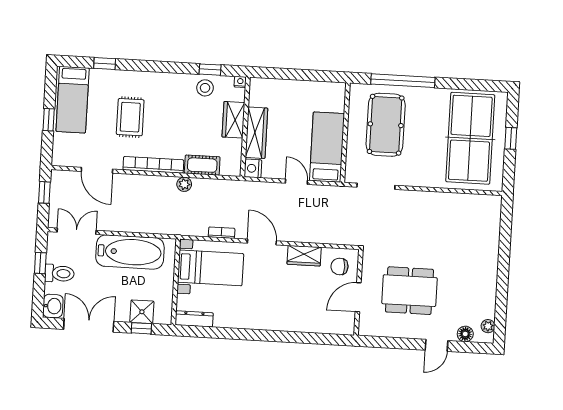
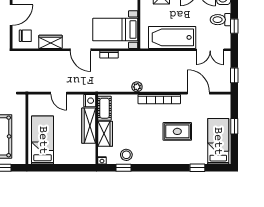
rug: (130, 117) -> (177, 131), turned 90
bed: (327, 147) -> (43, 140), moved, turned 180
cot: (202, 165) -> (105, 108), moved, turned 90

